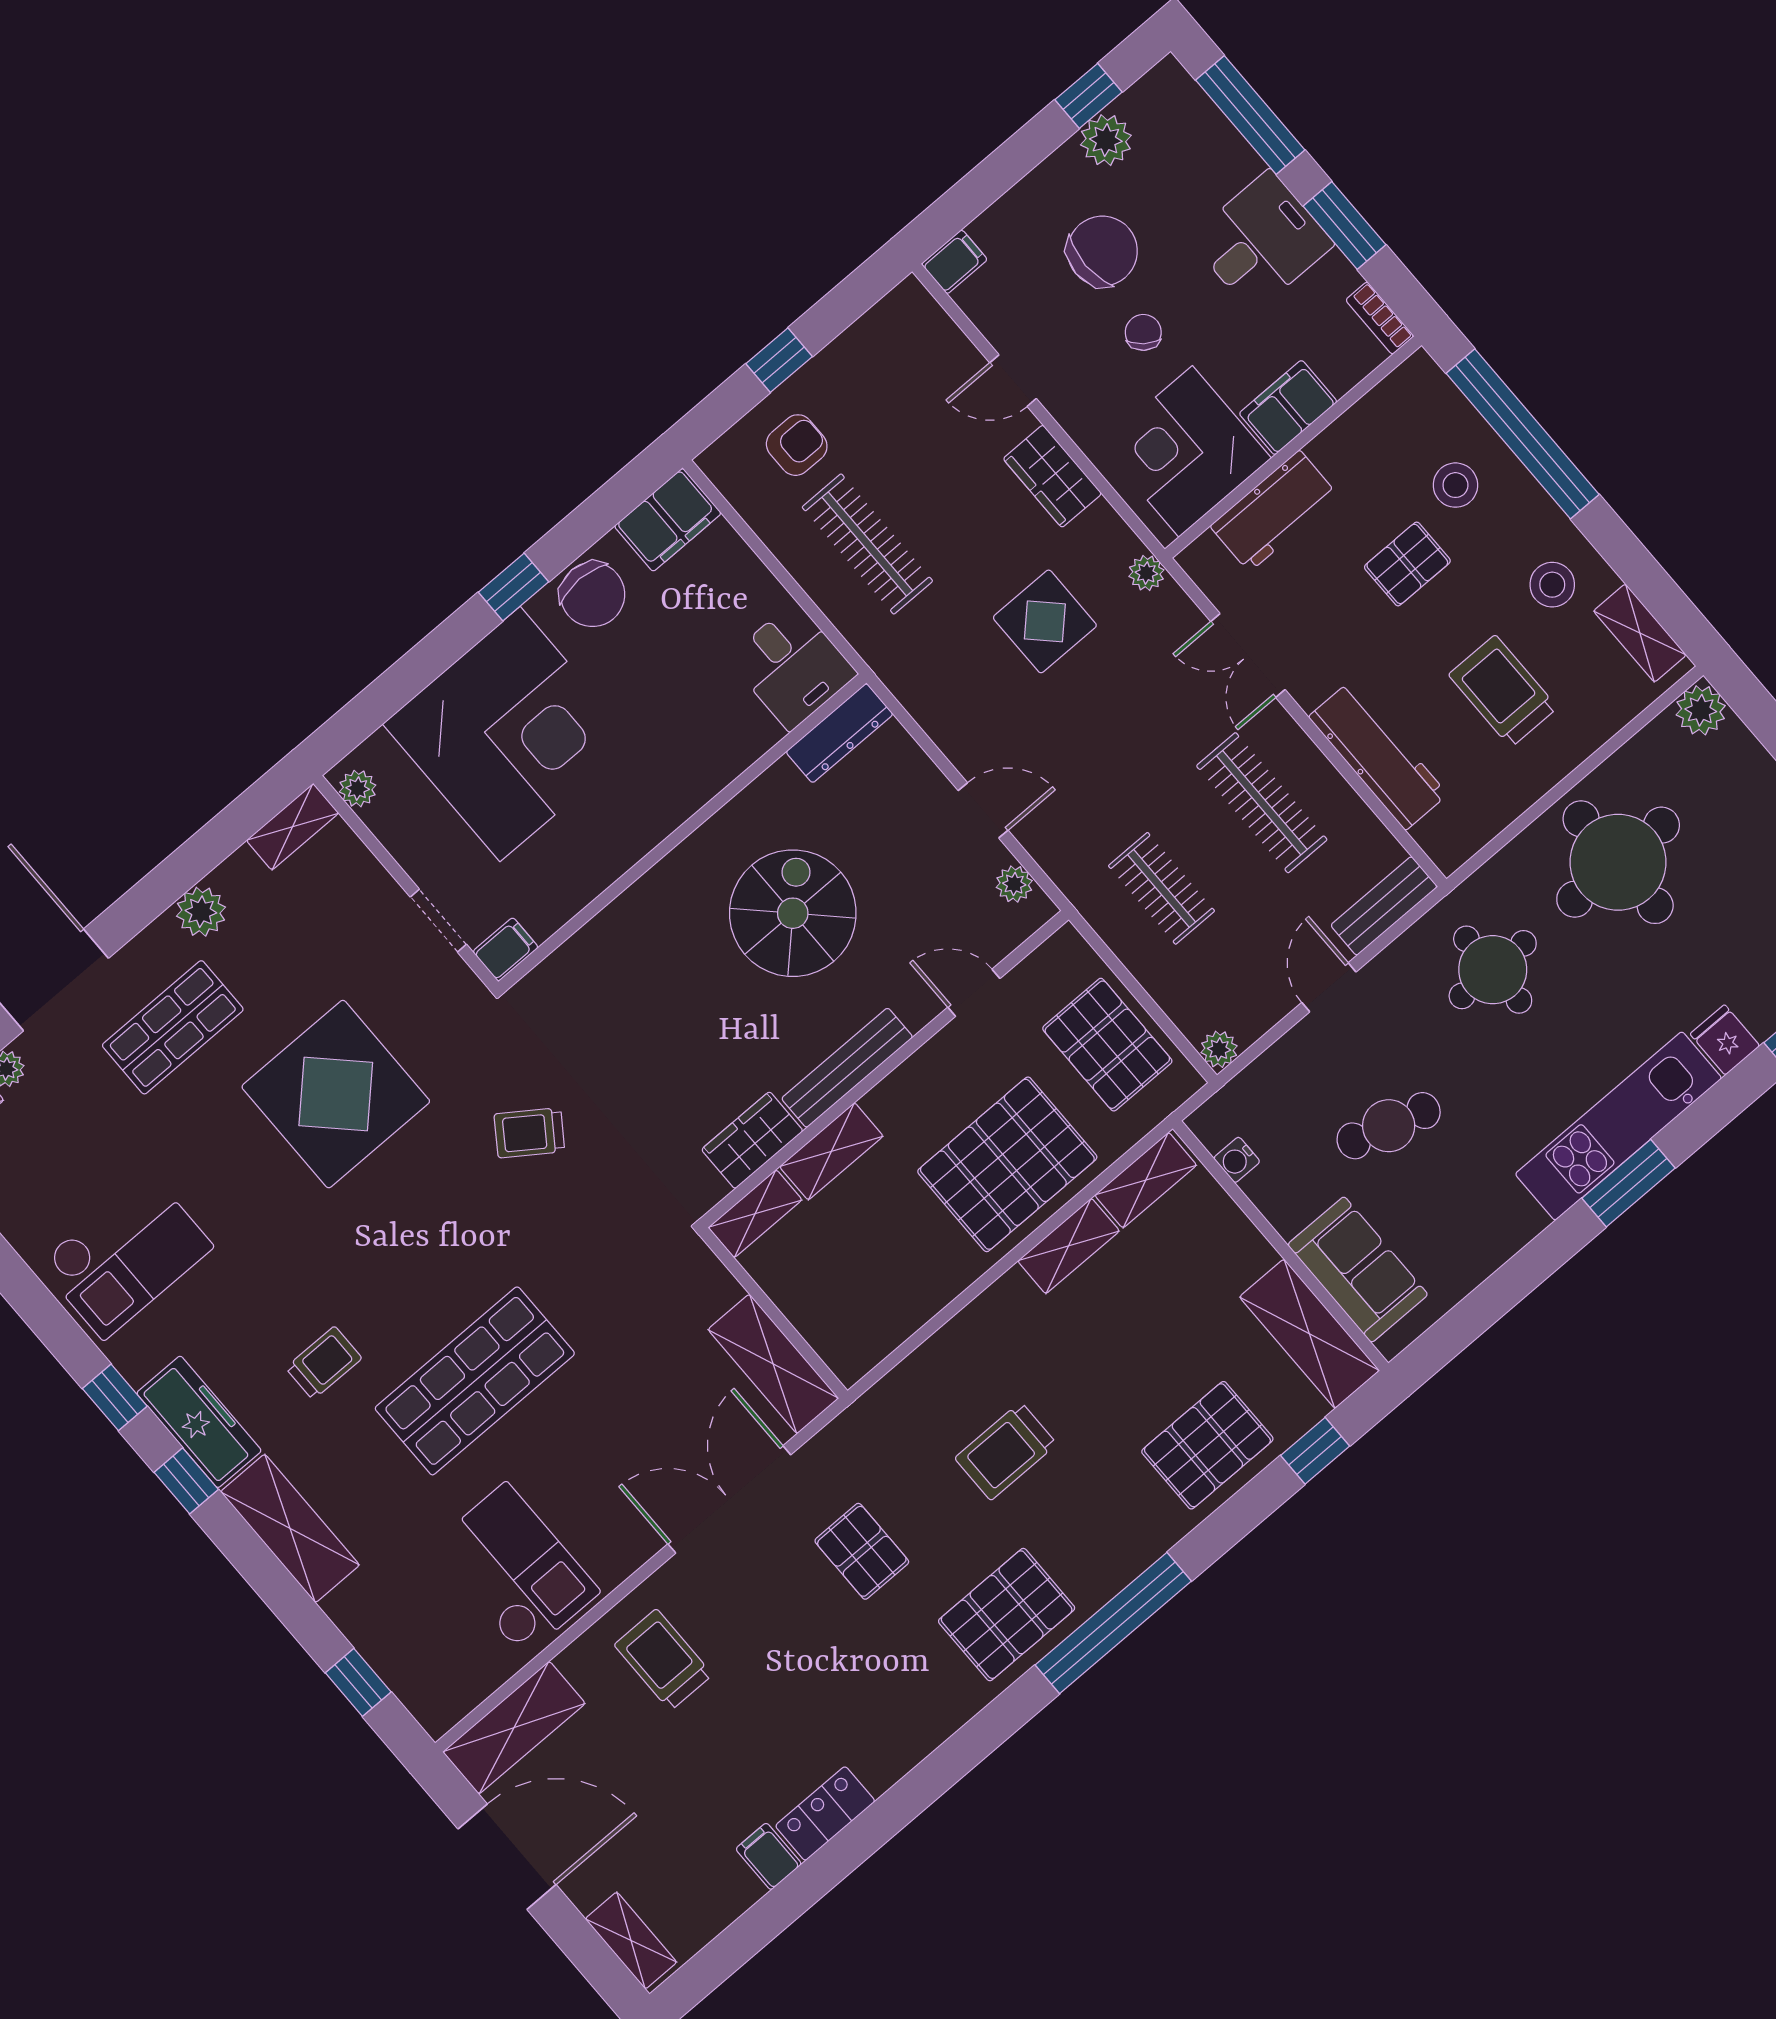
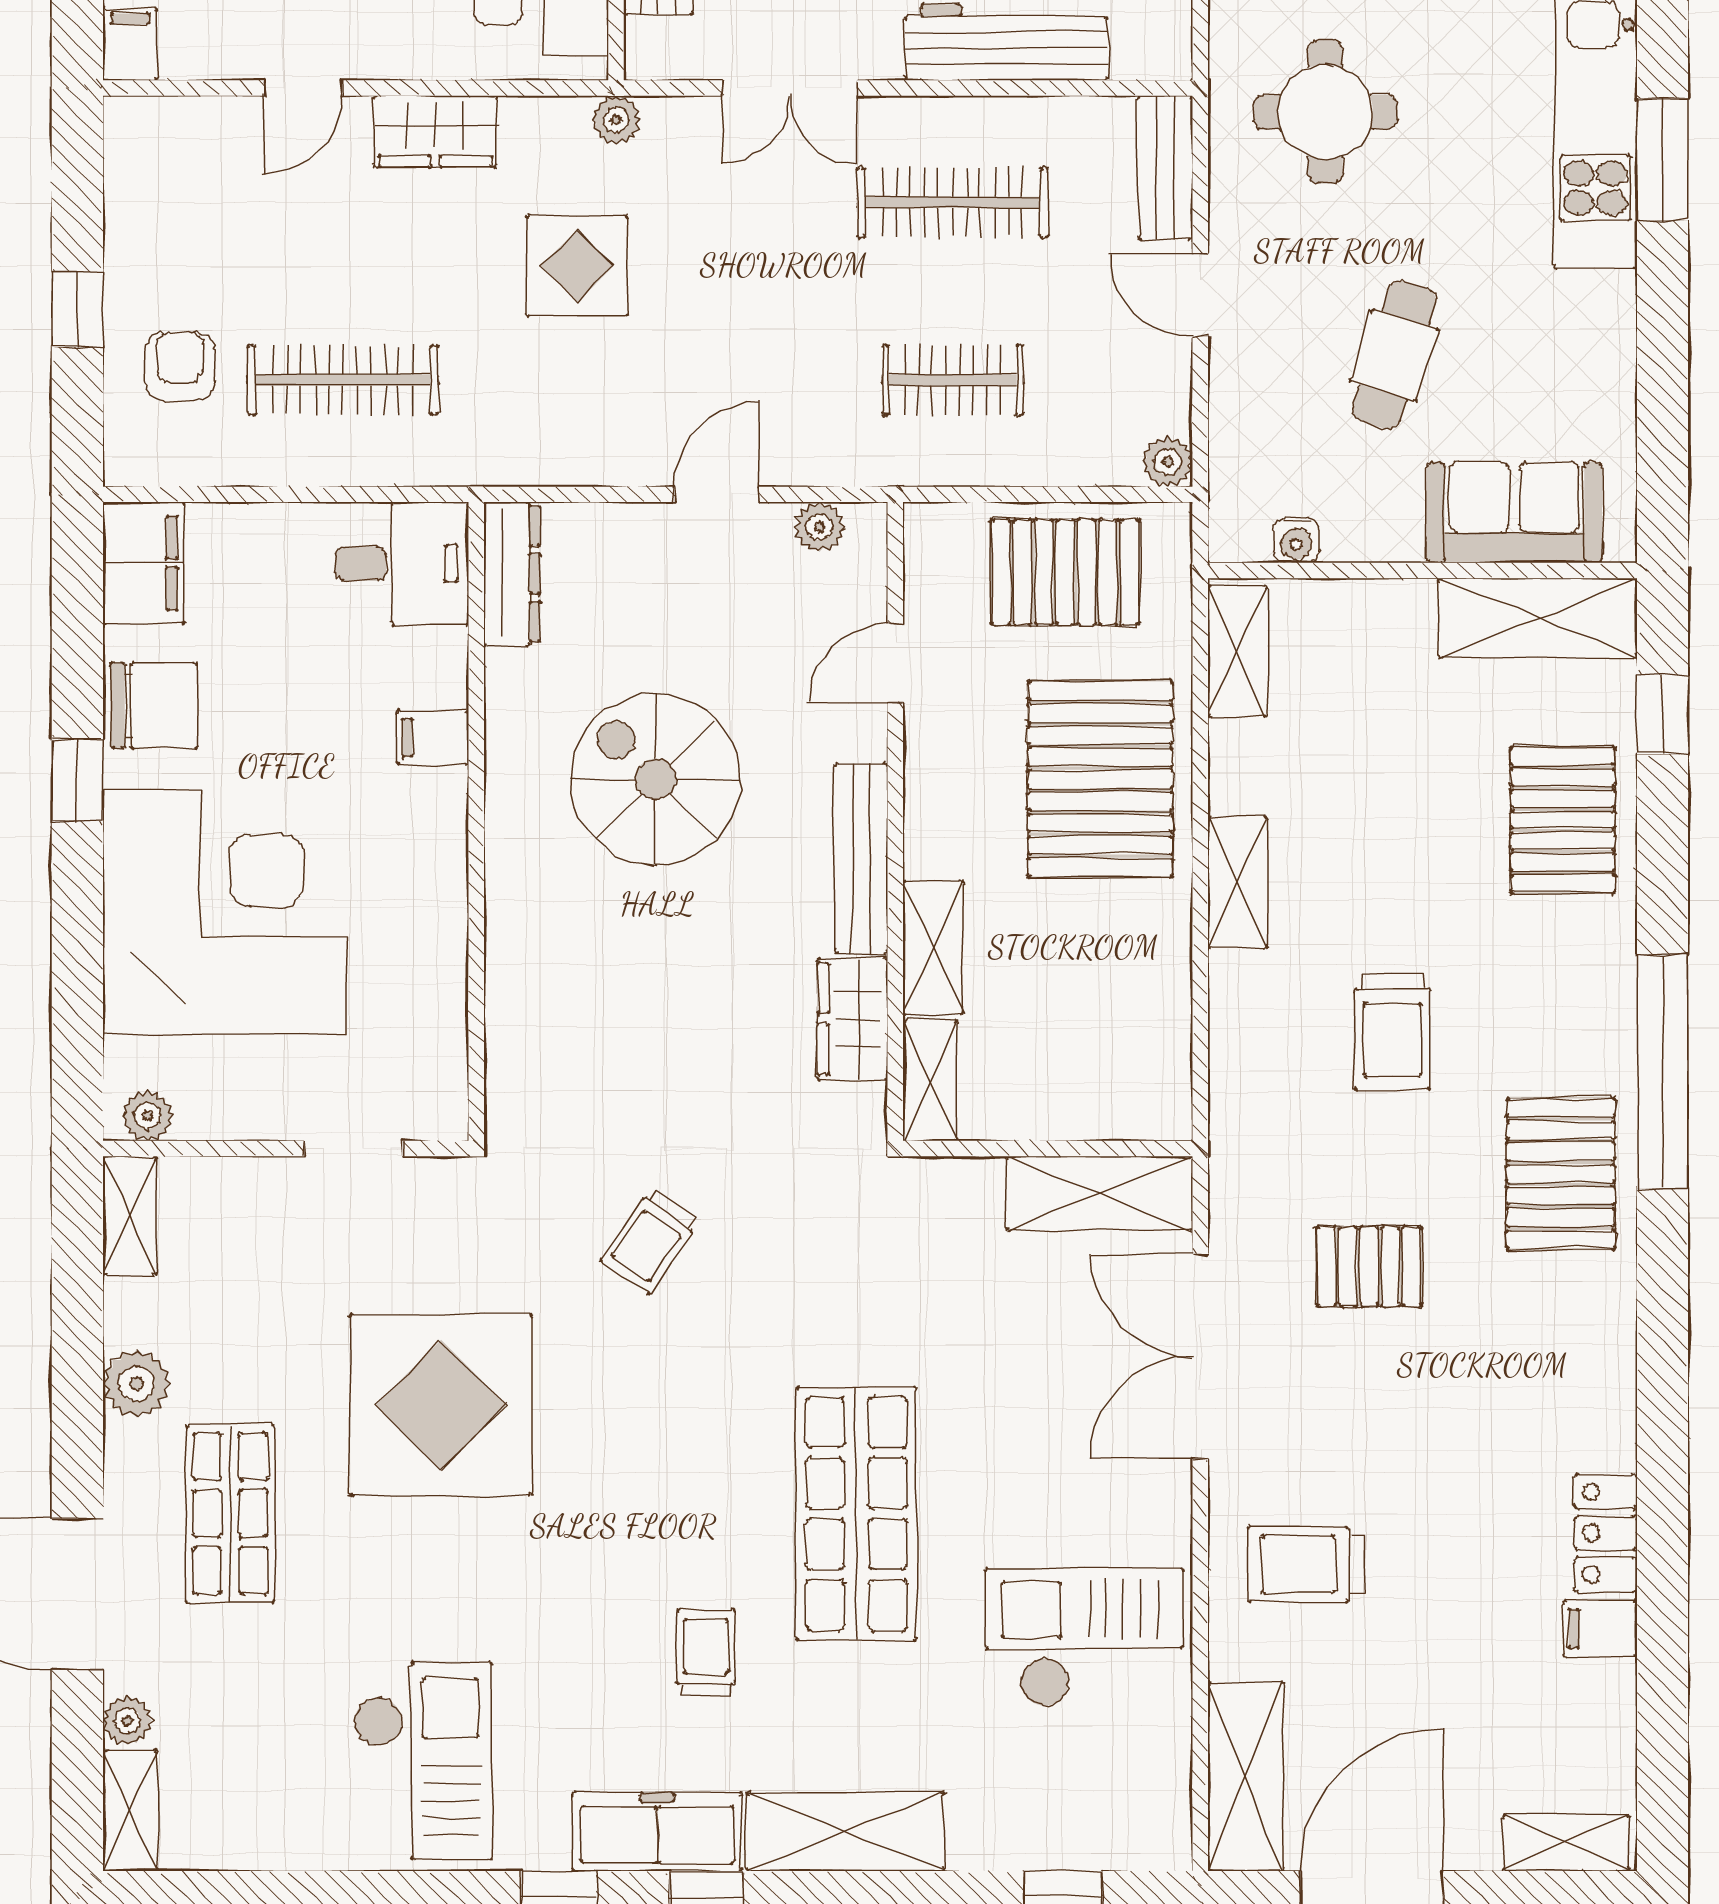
filing cabinet: (506, 949) -> (433, 737), moved, turned -90
shelving: (1069, 1246) -> (1237, 883), moved

